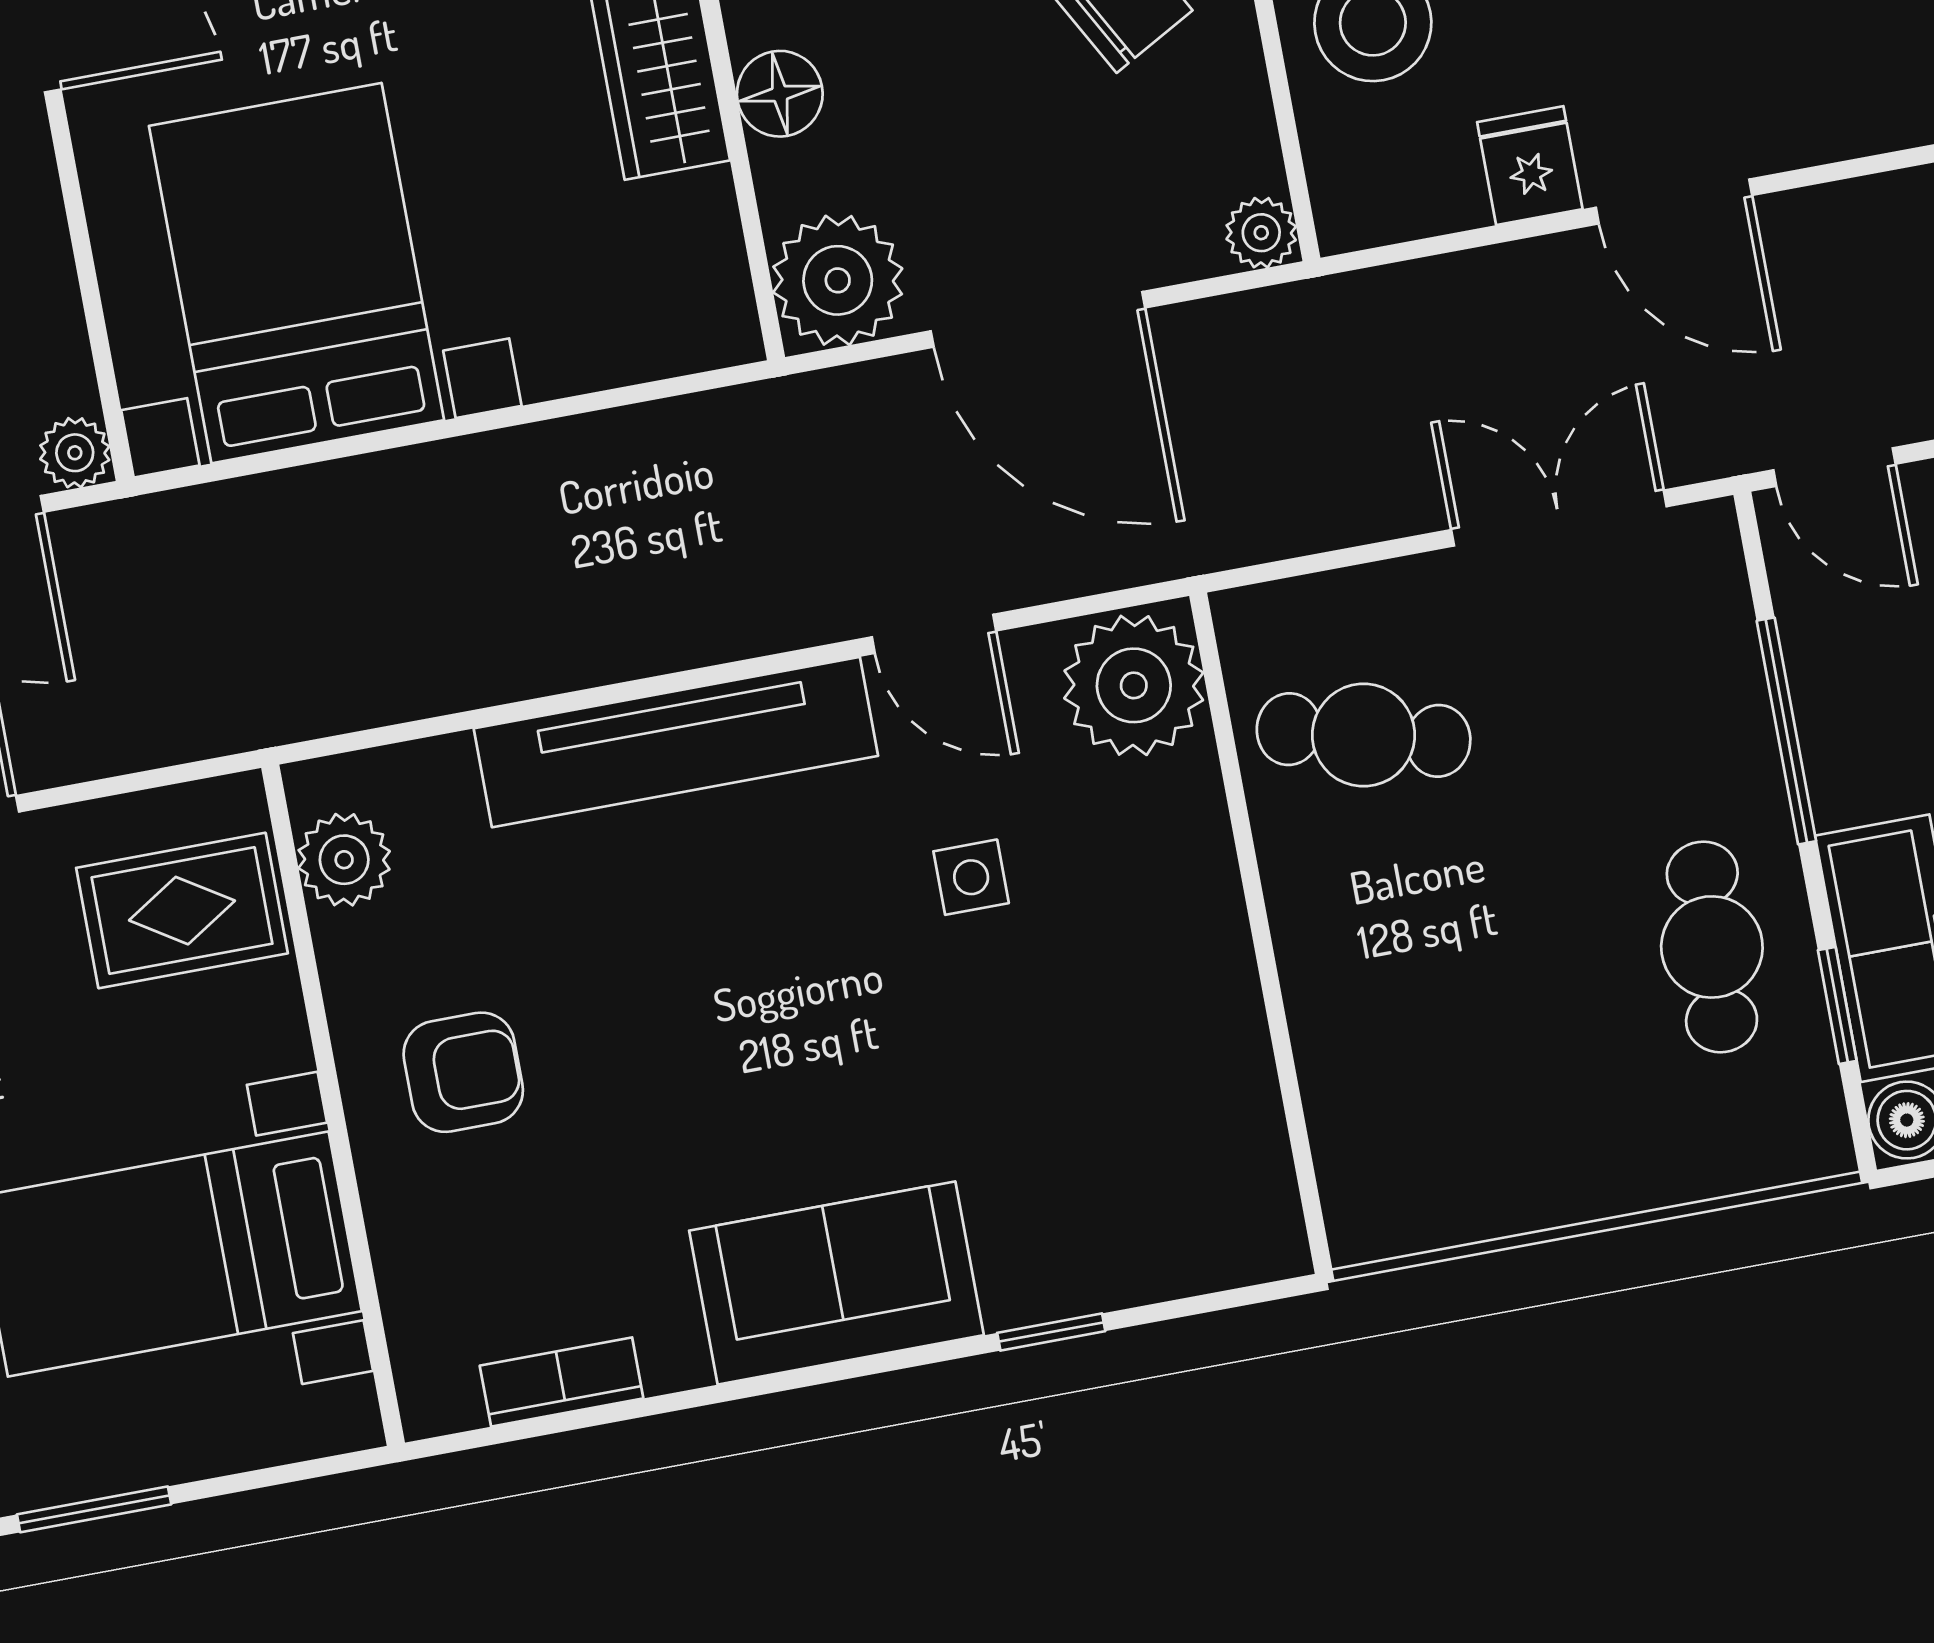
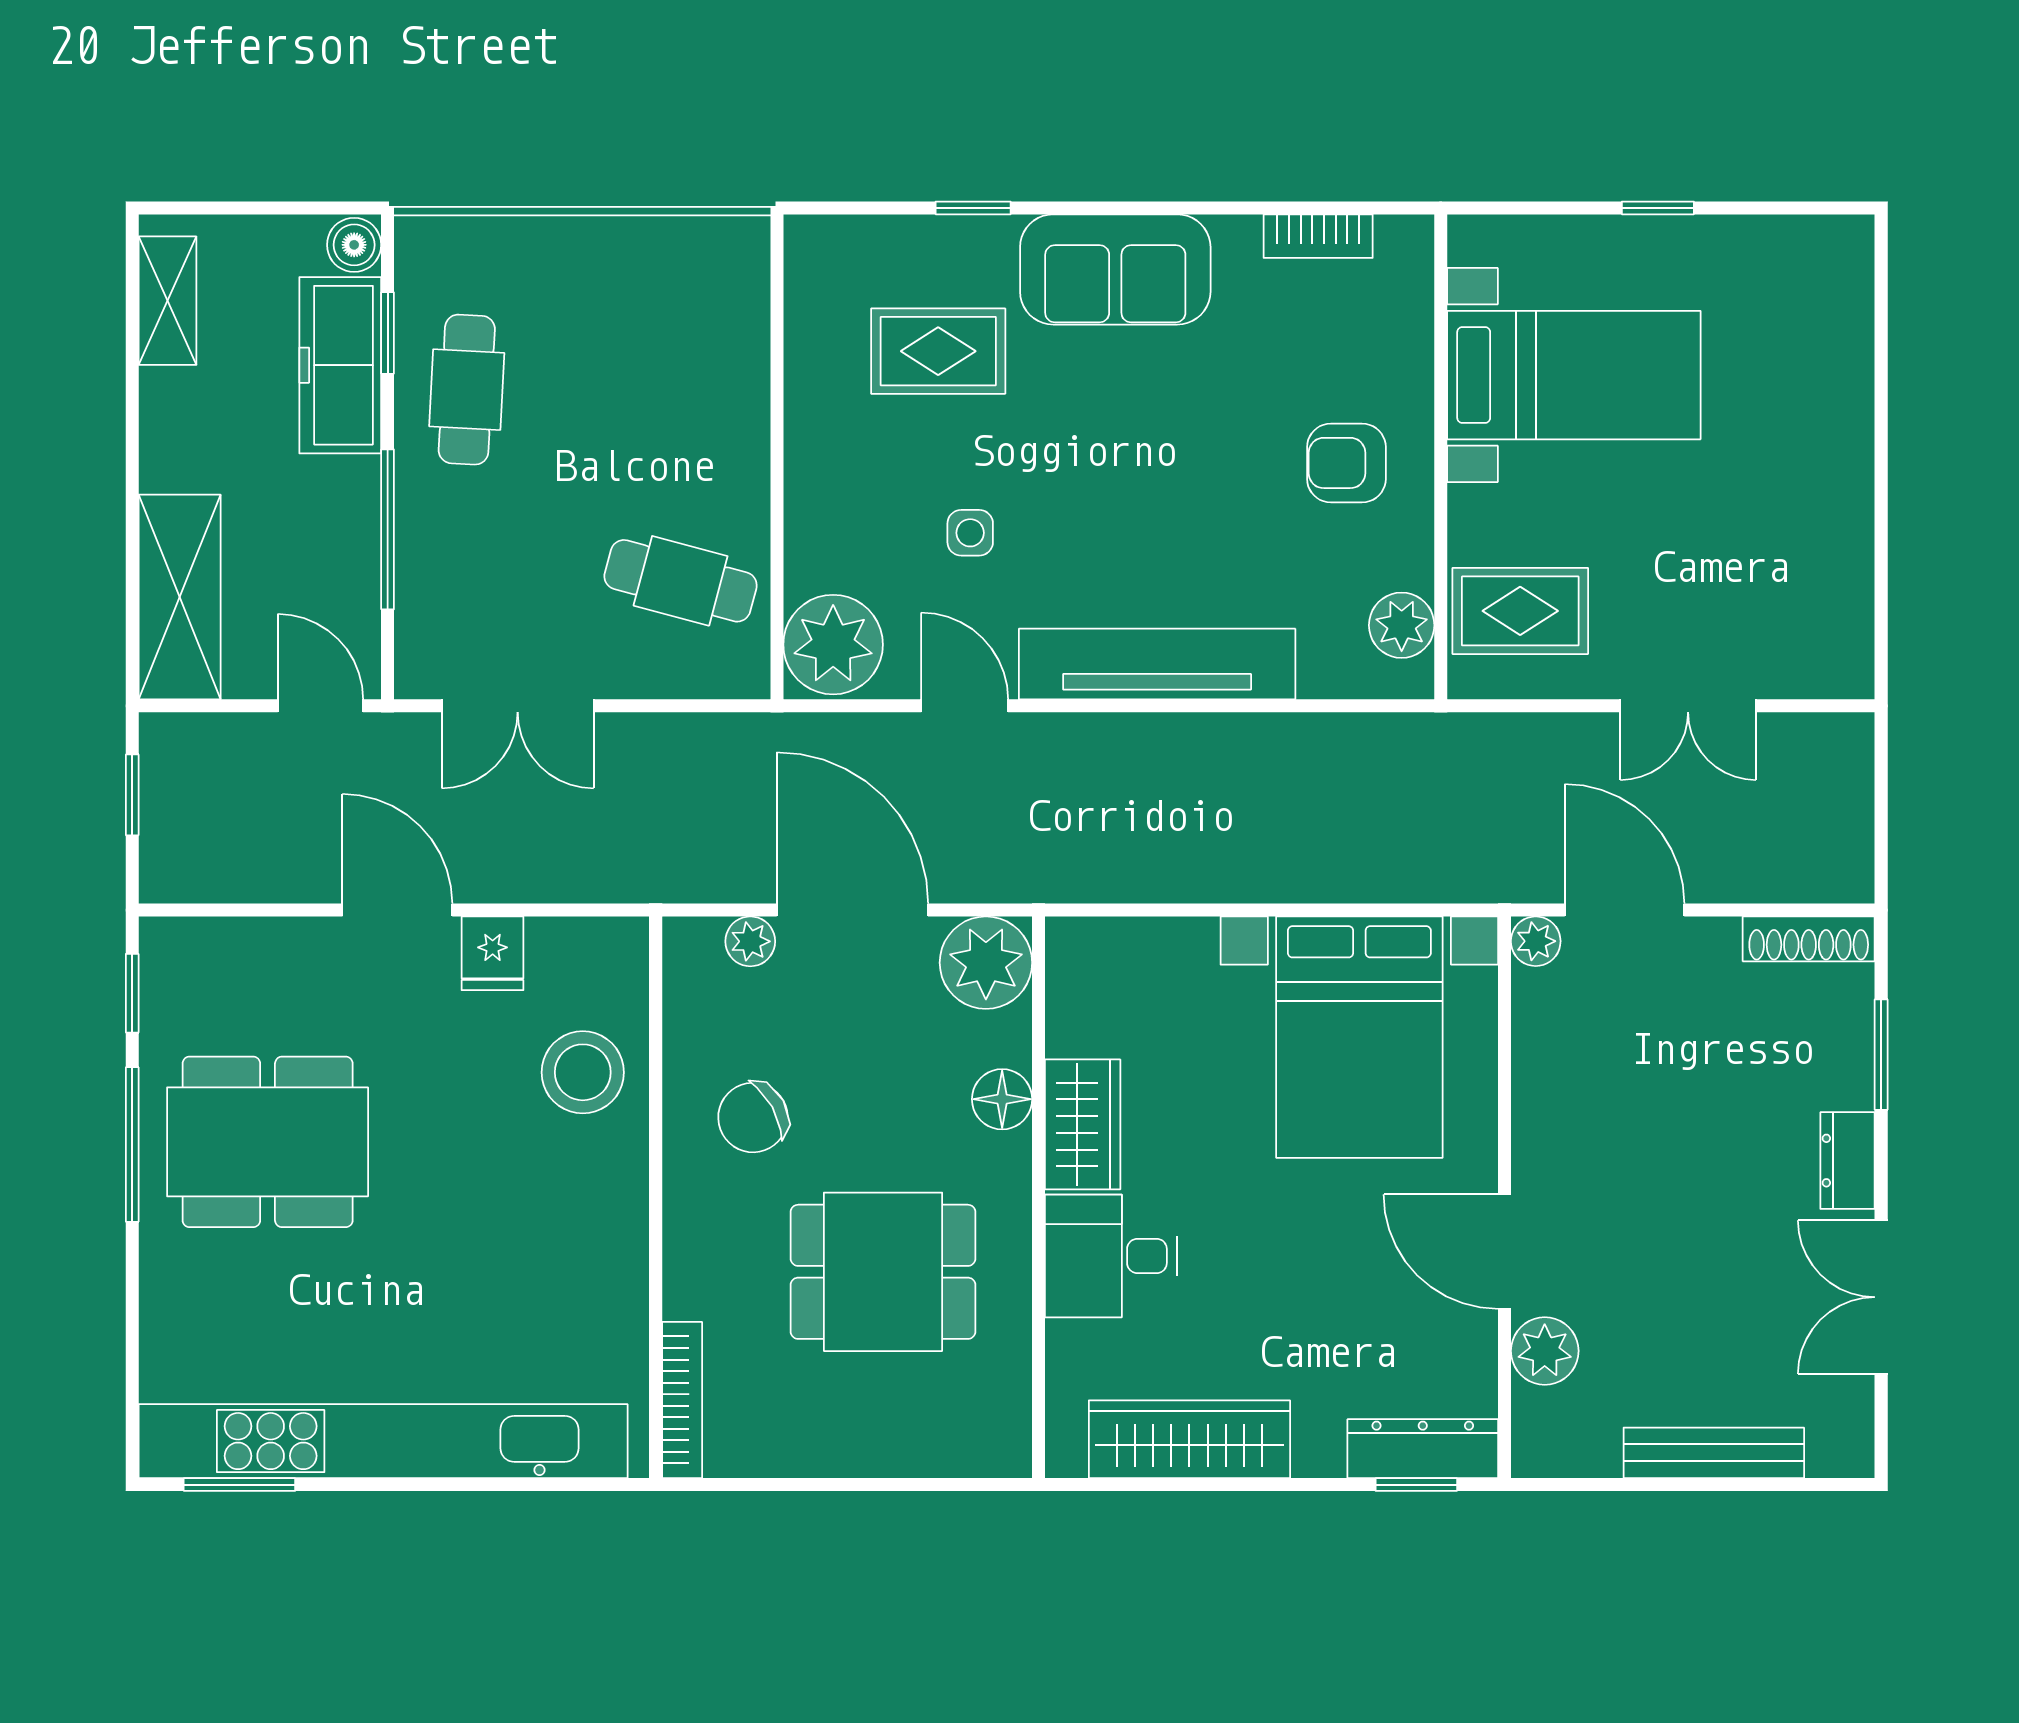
plant: (1261, 233) -> (750, 941), moved
rug: (1063, 1123) -> (938, 351), added
window: (94, 1509) -> (1658, 208), width x0.67

